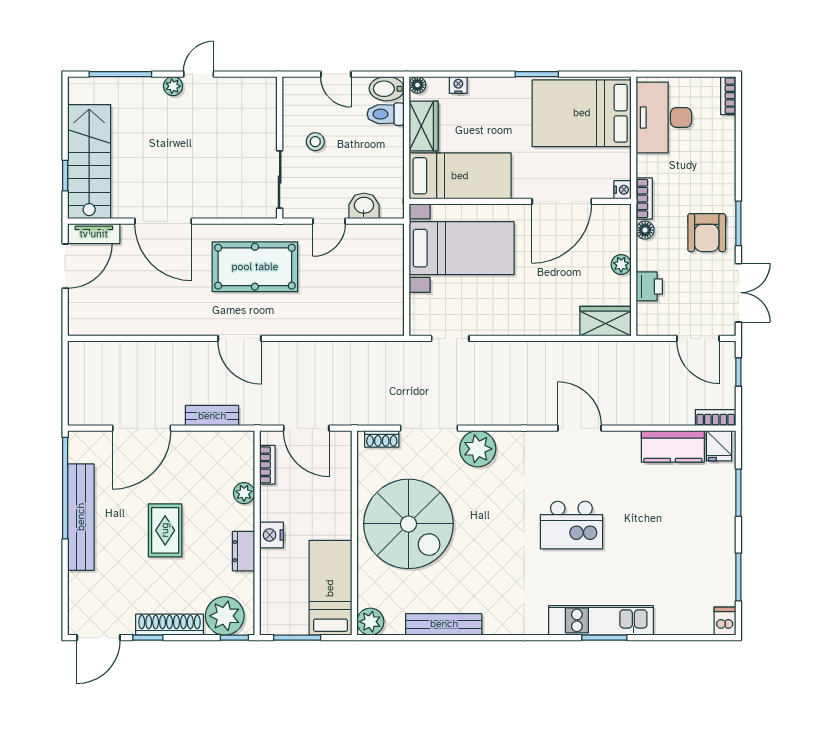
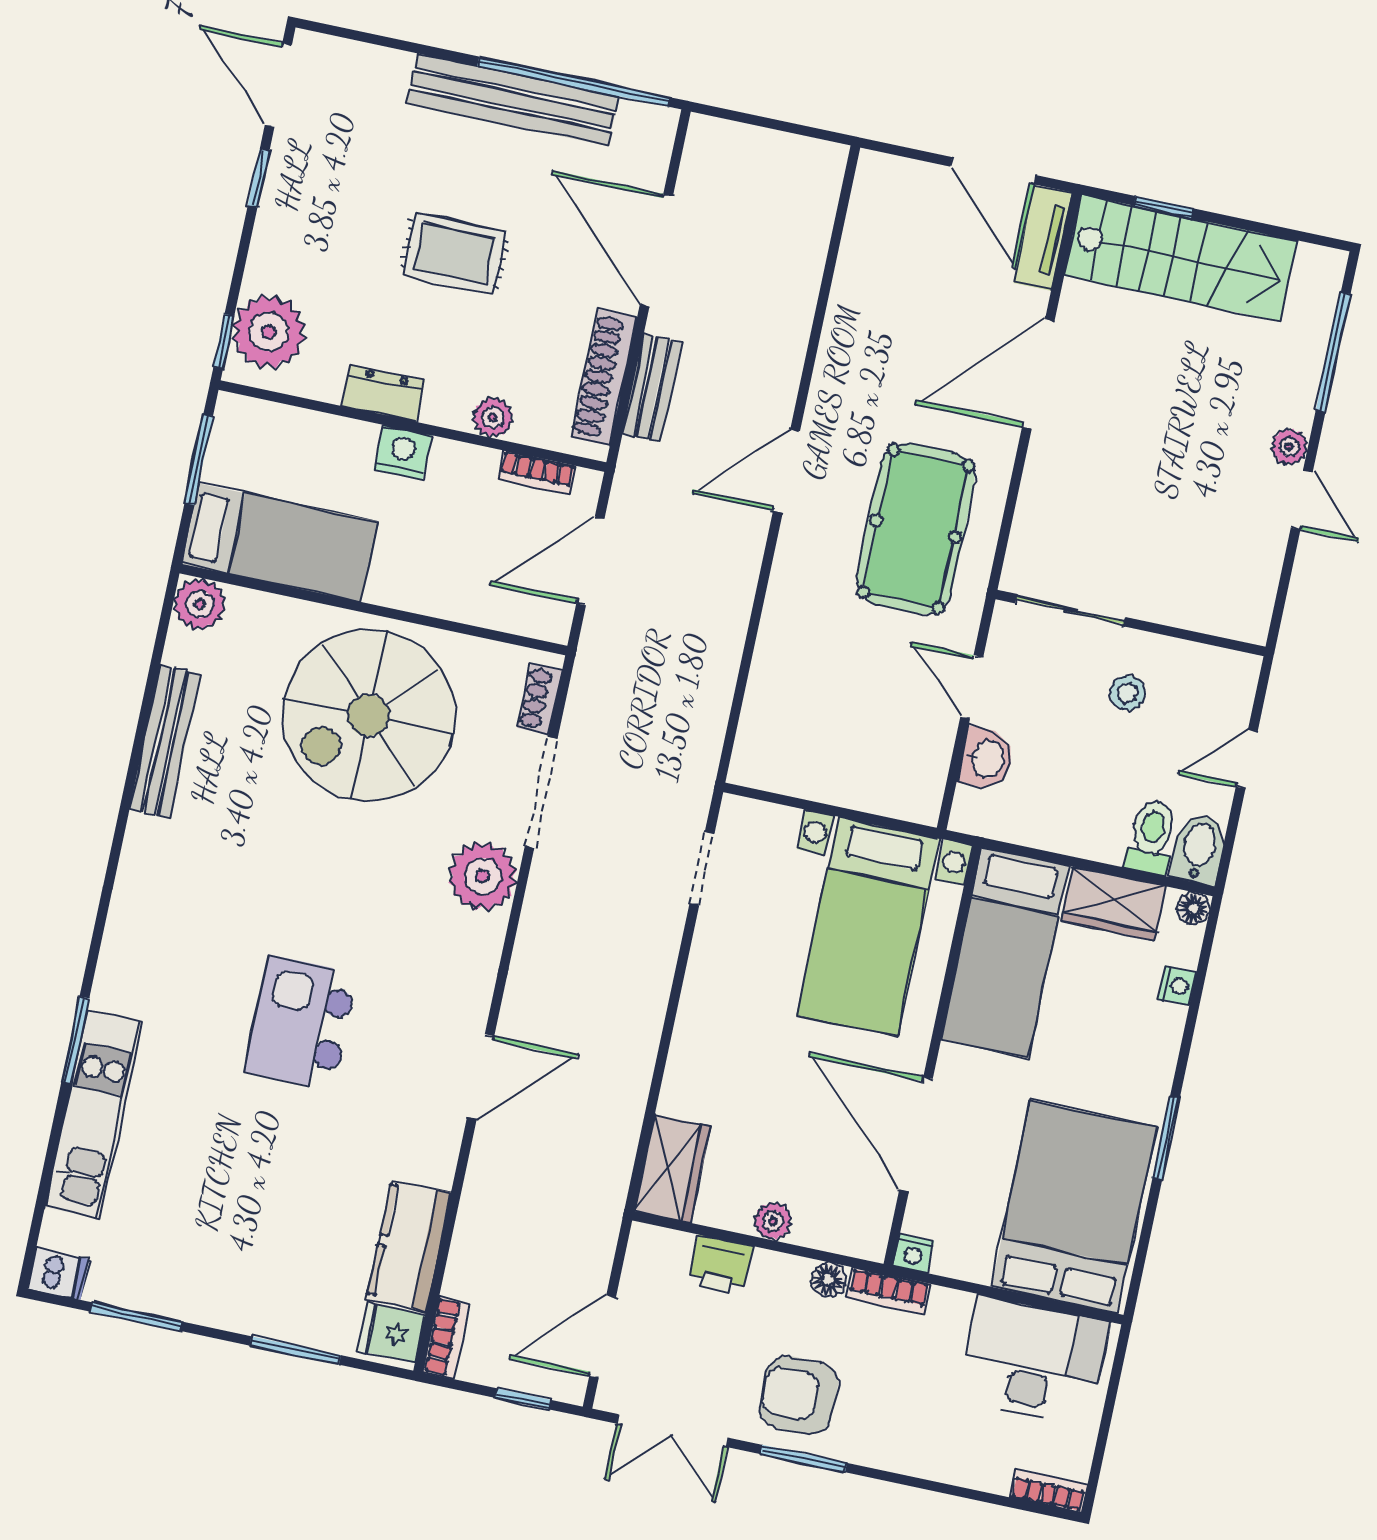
kitchen unit: (601, 620) -> (94, 1114), moved
shoe rack: (170, 625) -> (604, 377), moved, turned 180

